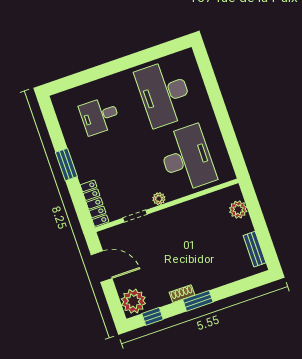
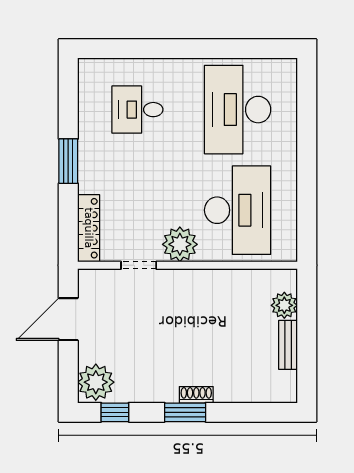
plant: (159, 199) -> (180, 244), width x1.87, depth x1.87
bench: (255, 249) -> (288, 345), moved
door: (102, 267) -> (68, 319), swing flipped
shoe rack: (182, 294) -> (196, 395), moved

